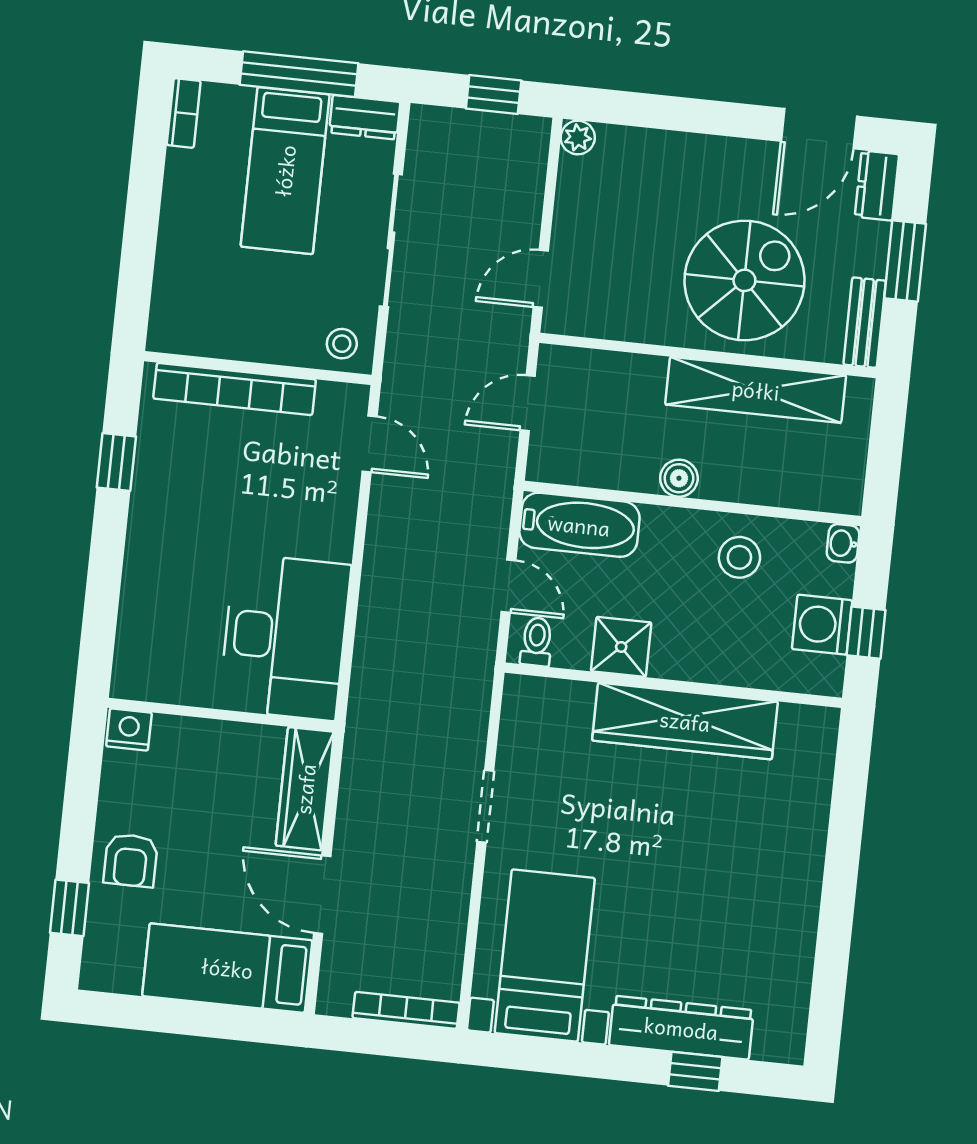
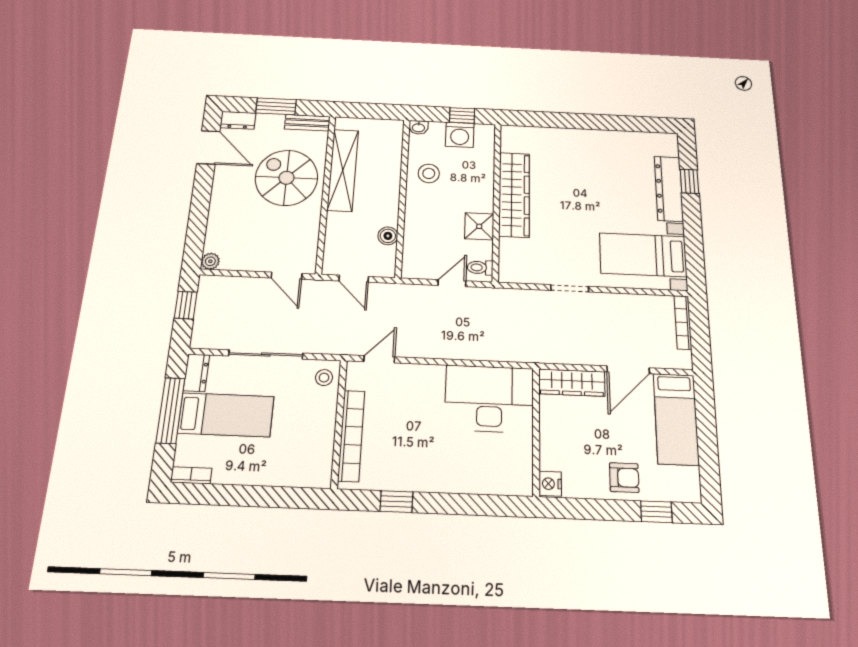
boiler: (679, 478) -> (388, 236), moved
bathtub: (579, 525) -> (417, 250), removed

